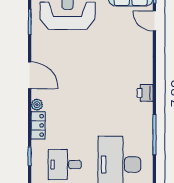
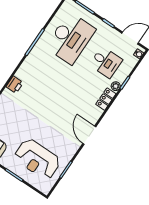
printer: (145, 93) -> (15, 85), moved
plant: (37, 105) -> (116, 86), moved

